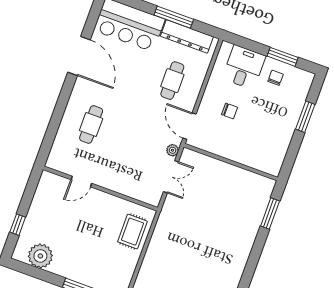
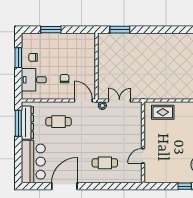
window: (174, 17) -> (18, 123), moved
door: (189, 126) -> (83, 100), swing flipped
door: (81, 182) -> (143, 156), swing flipped

